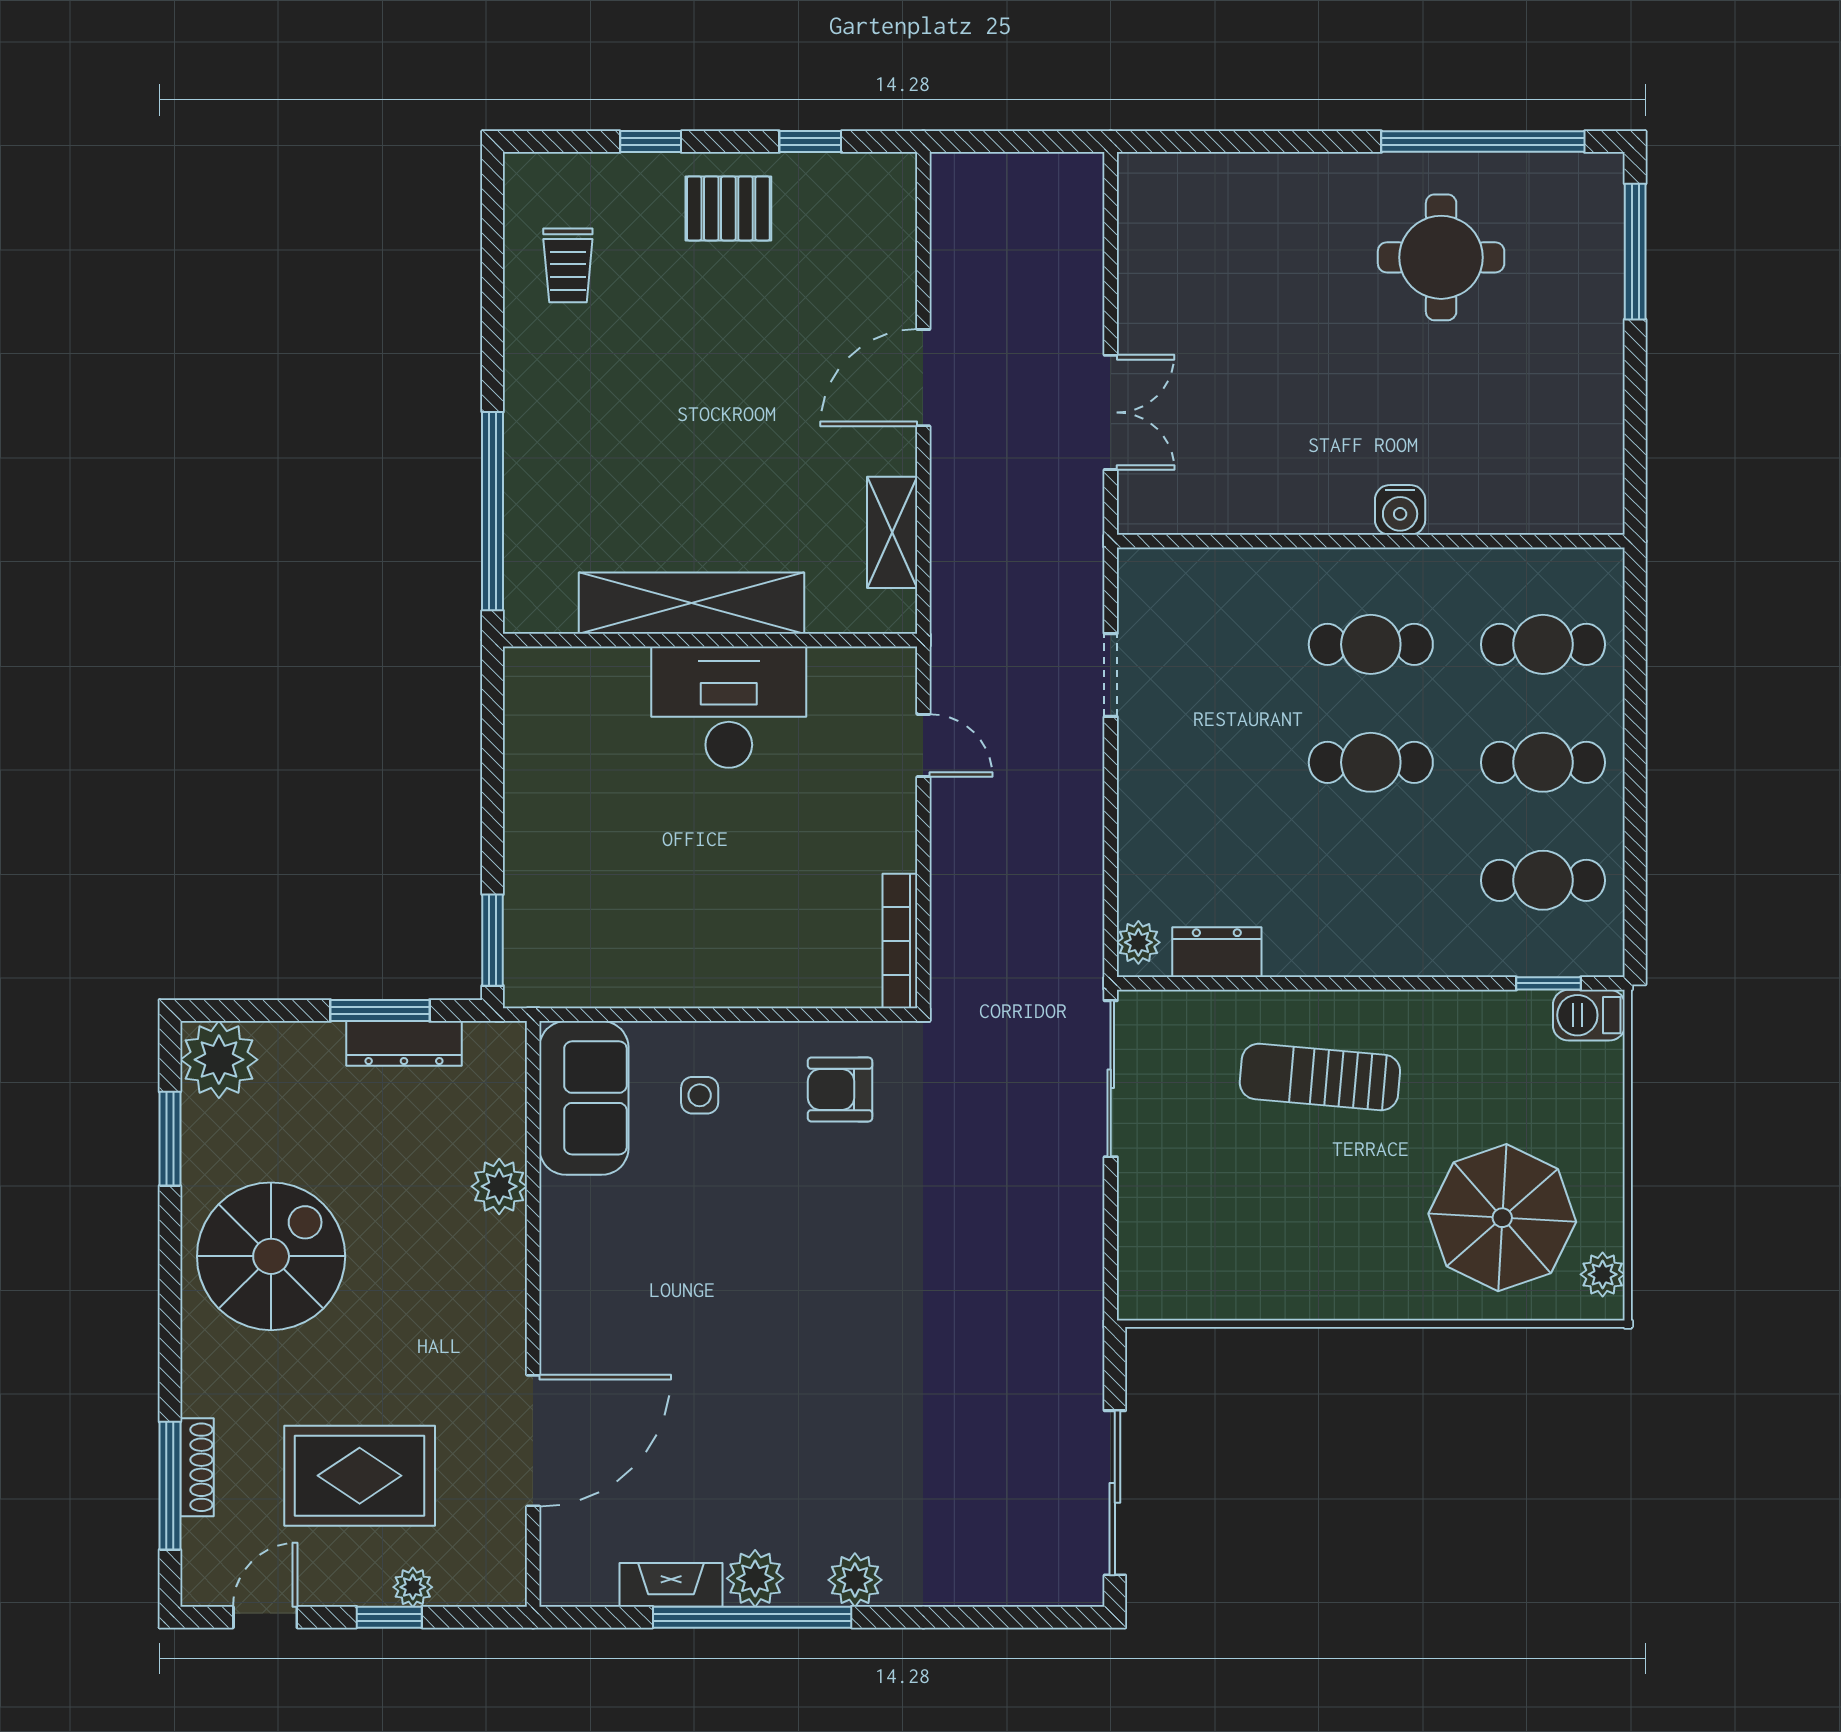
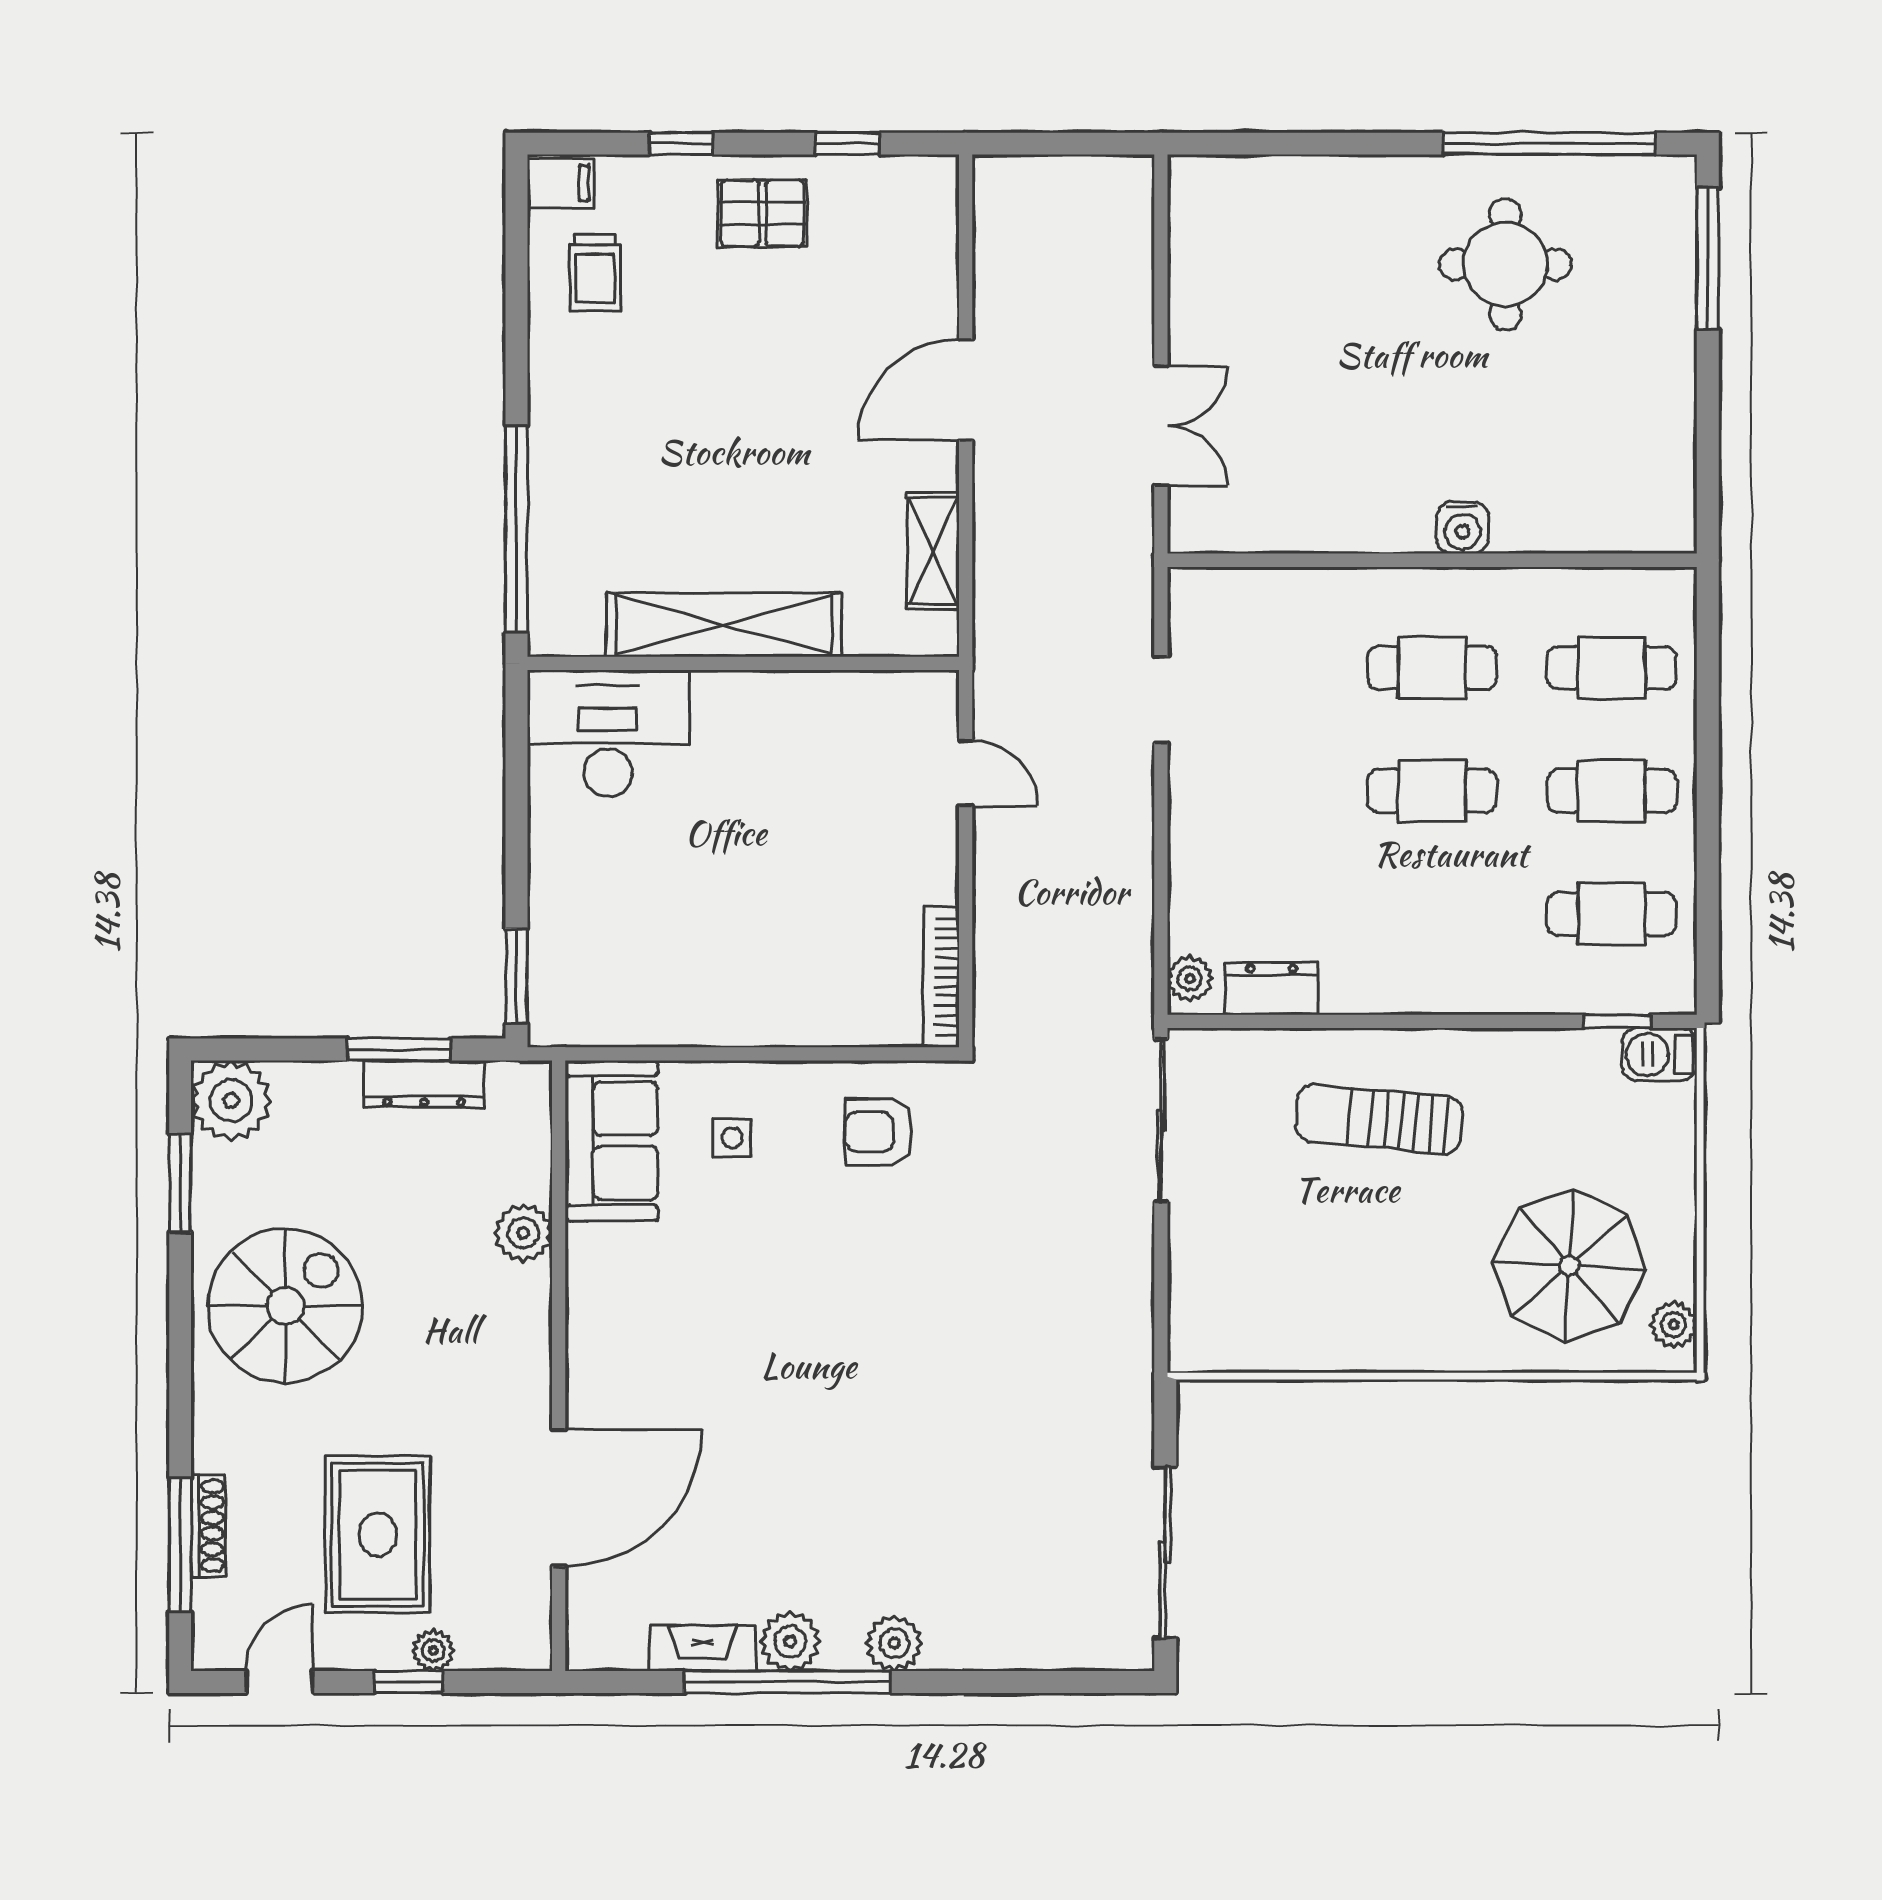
filing cabinet: (535, 180) -> (561, 183), added
desk: (729, 707) -> (608, 733), moved
rug: (360, 1476) -> (378, 1535), turned 90

